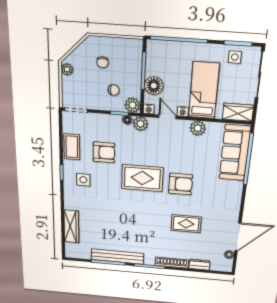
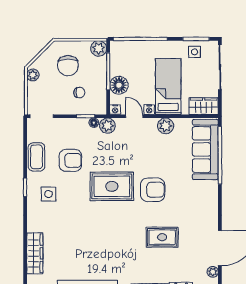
chair: (103, 62) -> (68, 66), width x1.87, depth x1.87
plant: (132, 105) -> (99, 48), moved

